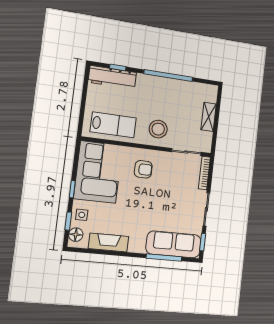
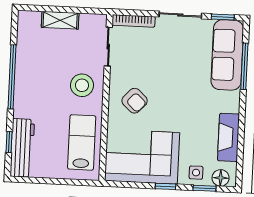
armchair: (143, 169) -> (135, 101), turned 133

